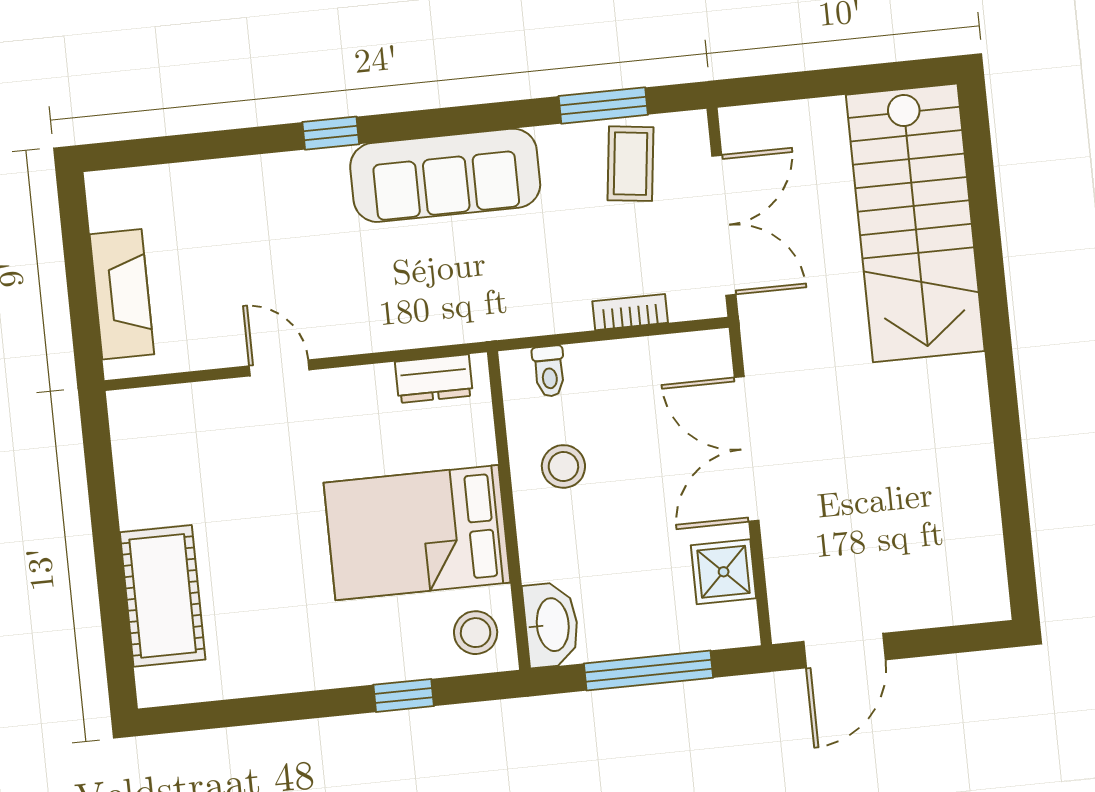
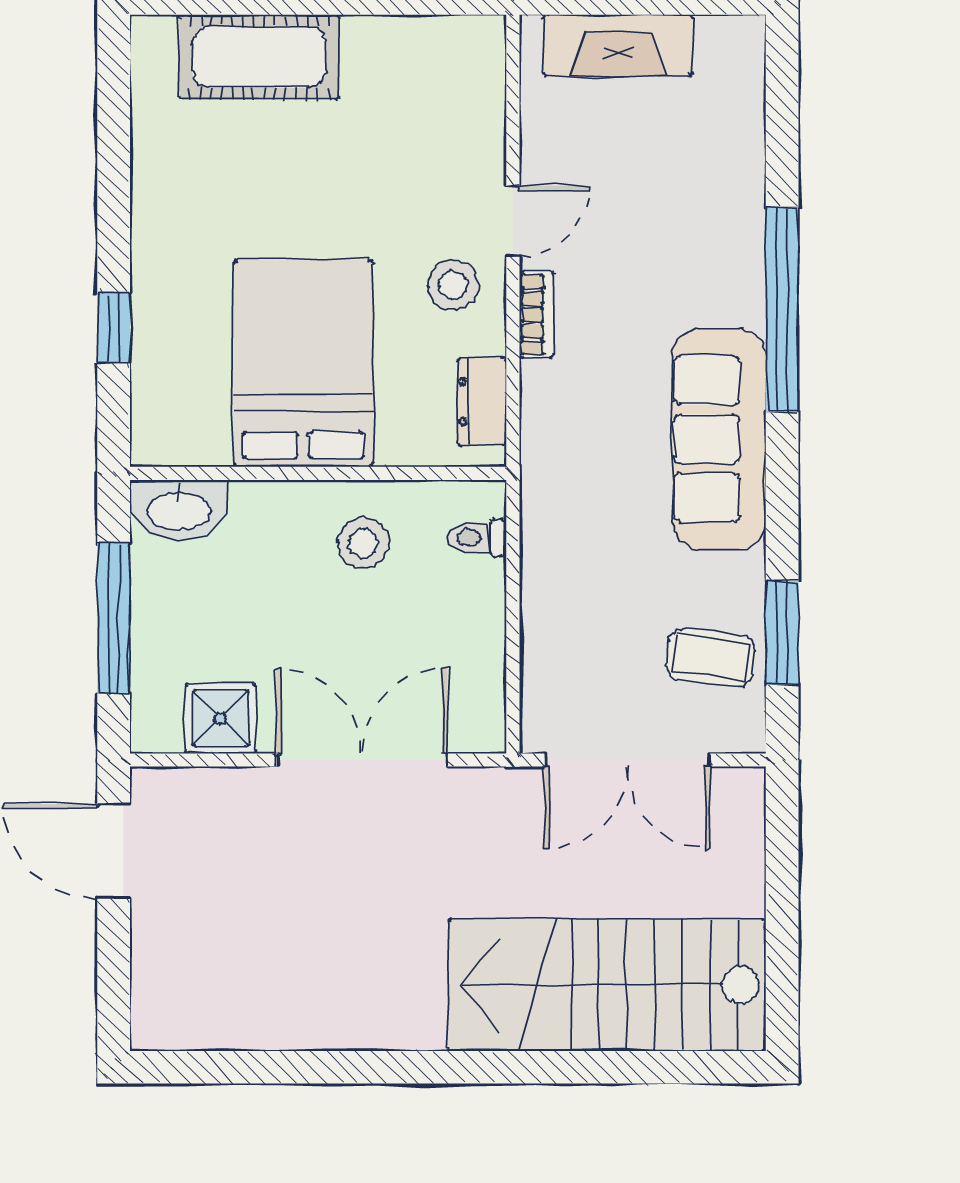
window: (331, 133) -> (782, 310), width x3.17
bookcase: (630, 312) -> (537, 315), moved
stool: (476, 633) -> (453, 285), moved

